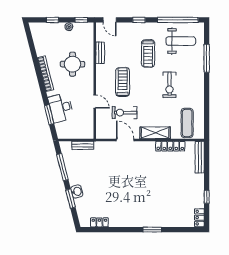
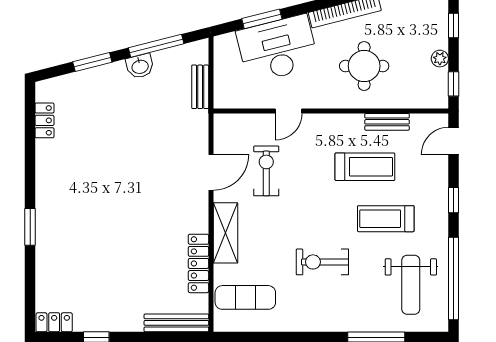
treadmill: (123, 82) -> (365, 167), moved
desk: (61, 108) -> (278, 49), width x1.36, depth x1.30
washbasin: (77, 191) -> (140, 66), moved

